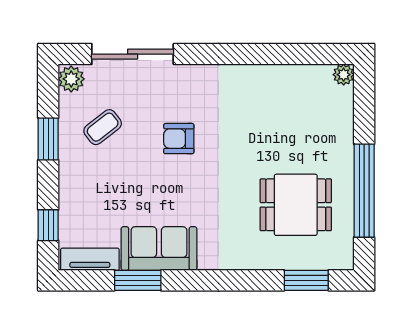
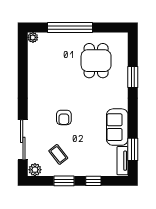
window: (364, 191) -> (70, 27), moved
window: (48, 225) -> (93, 181), moved
window: (138, 280) -> (133, 149), moved
window: (306, 280) -> (133, 77), moved

